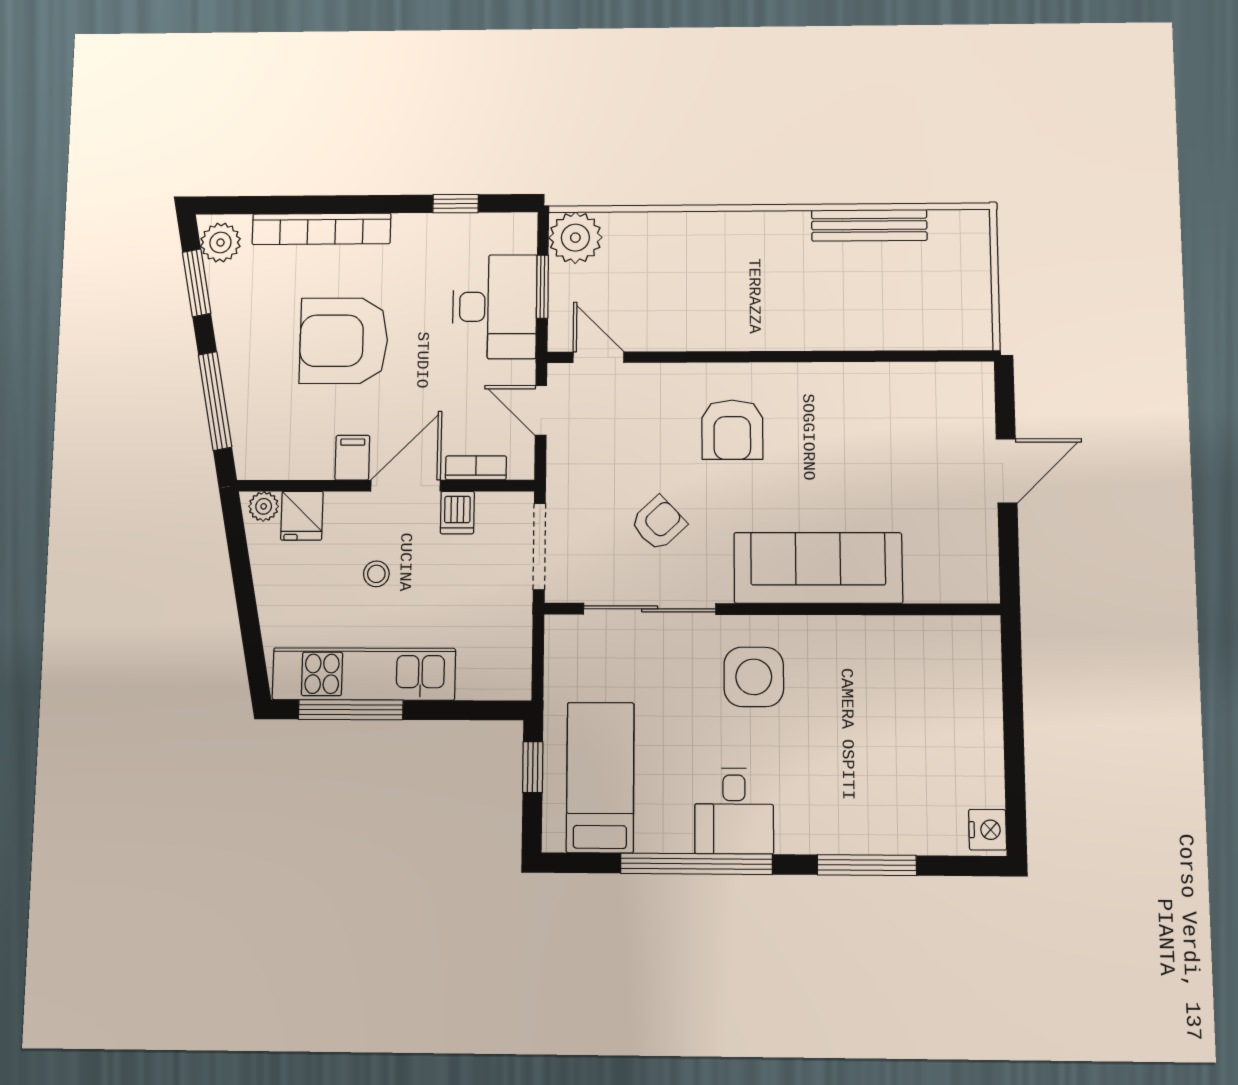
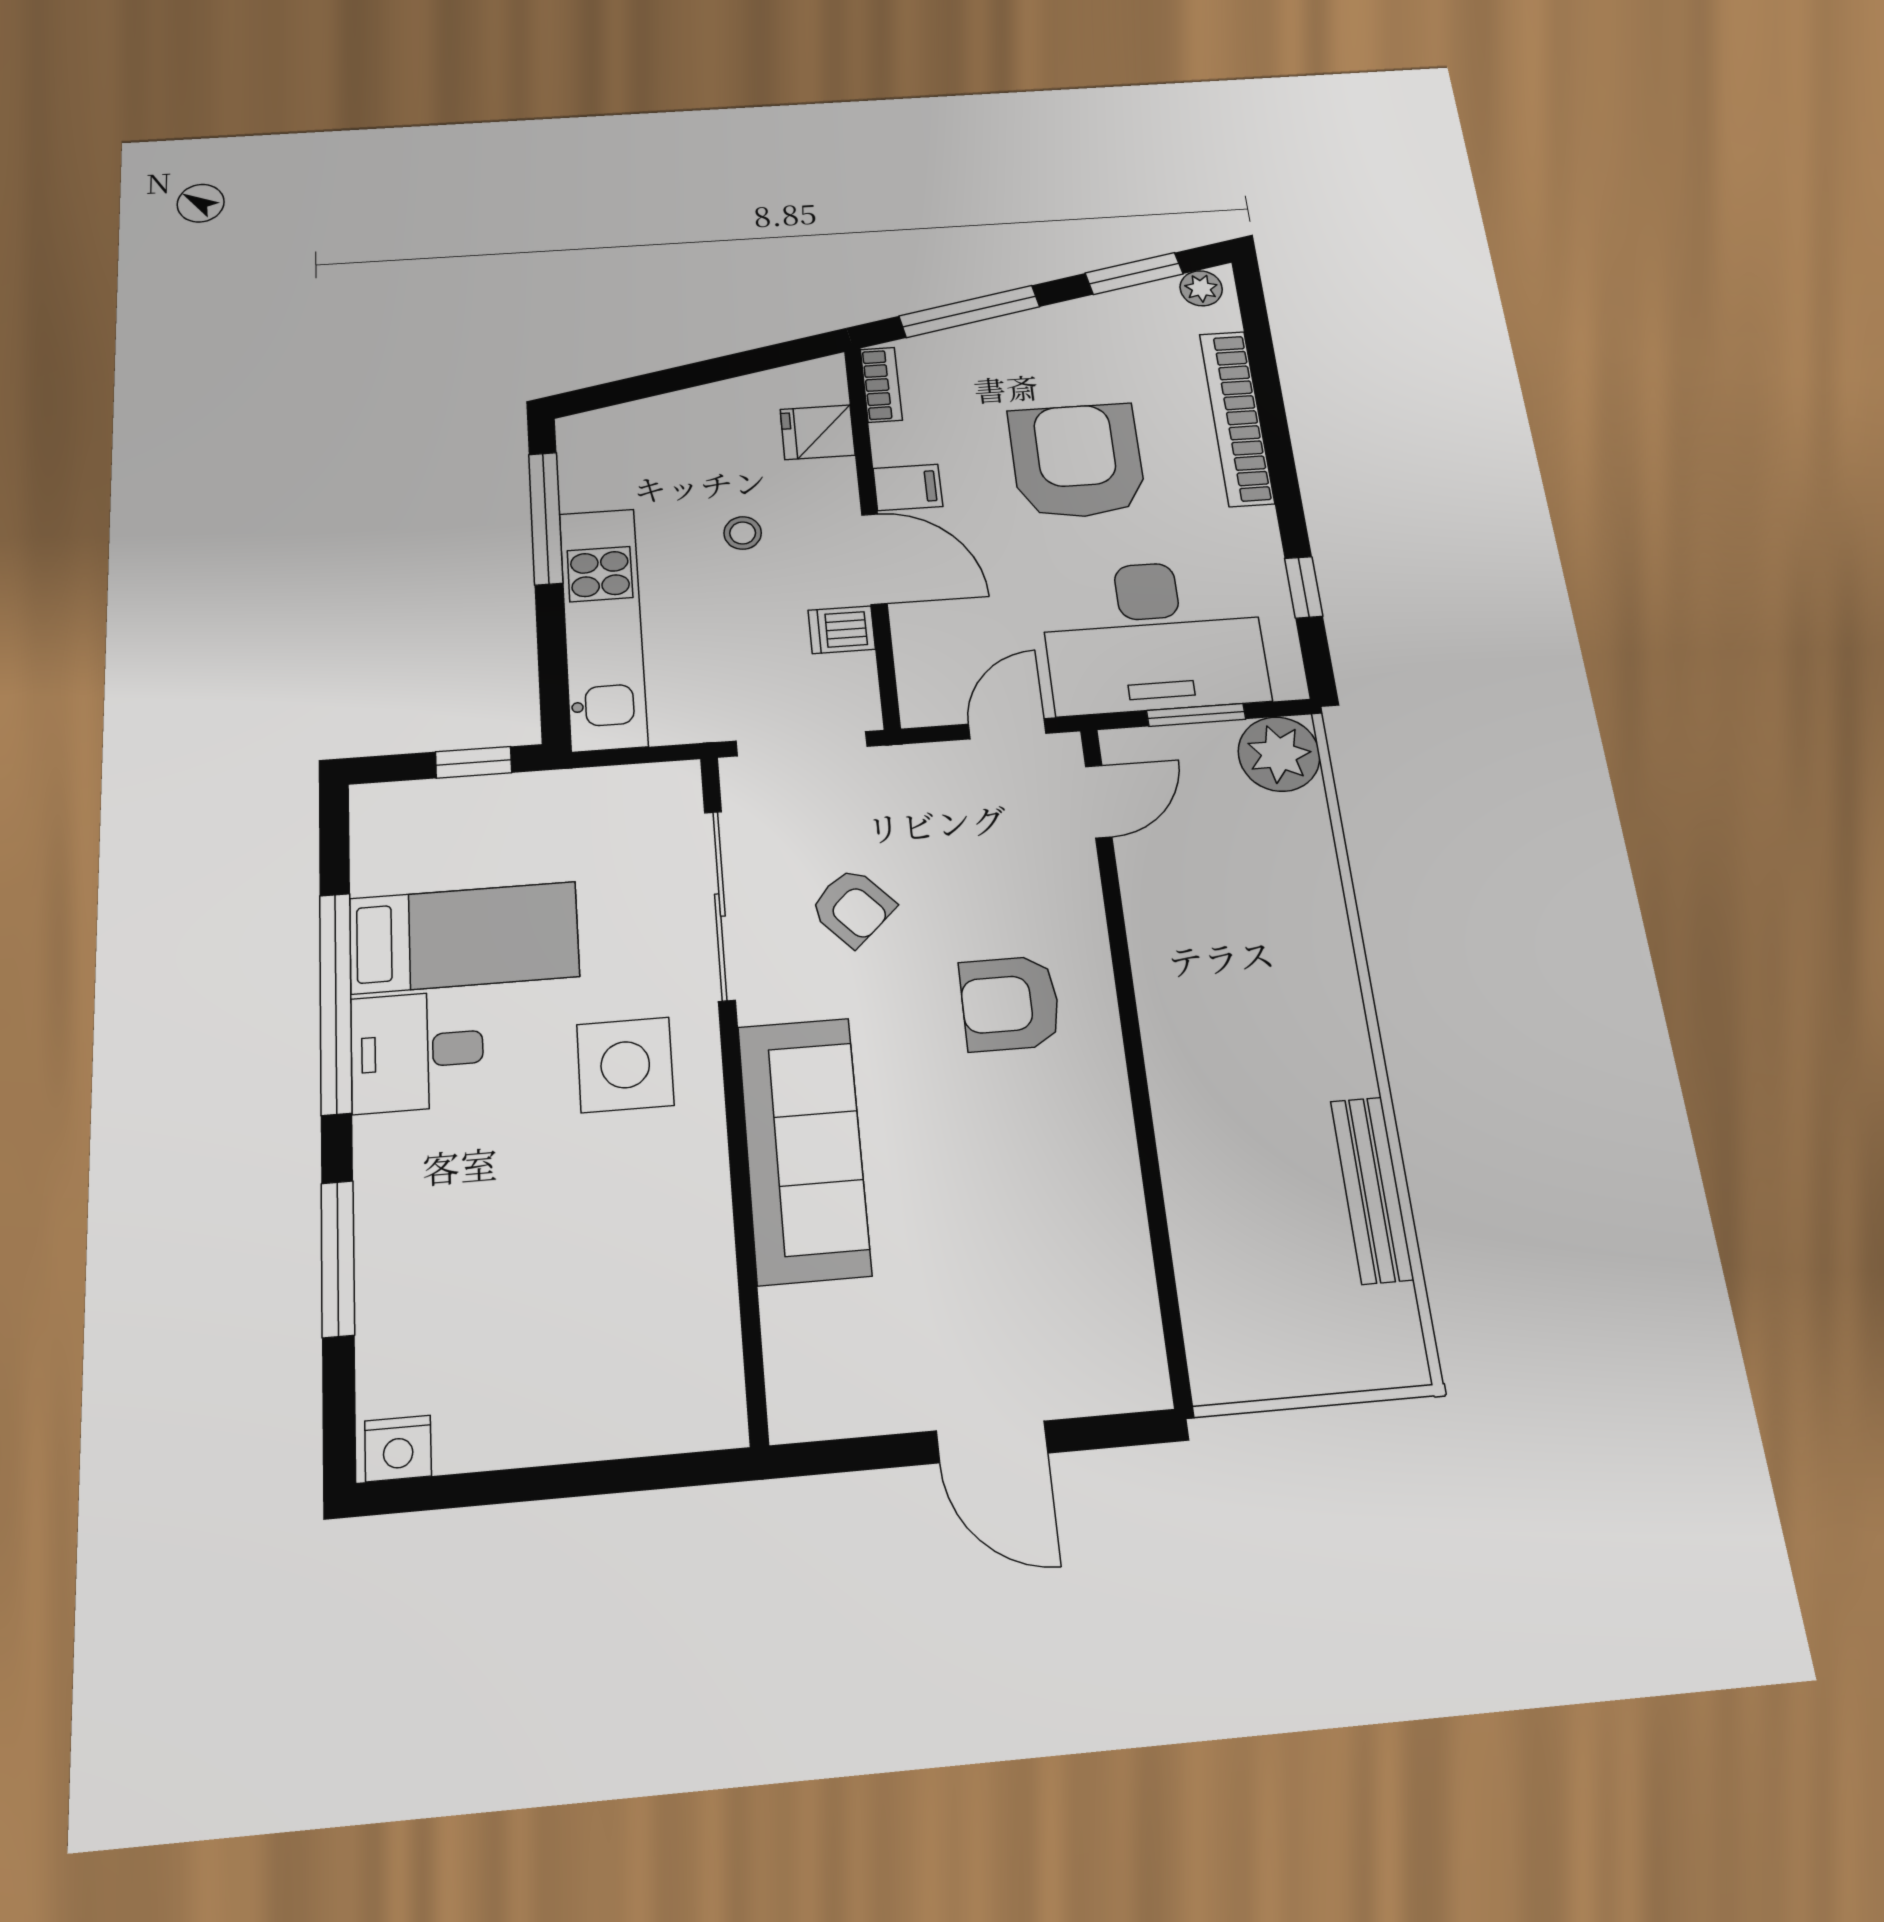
plant: (220, 242) -> (1201, 288), width x0.73, depth x0.73
desk: (495, 307) -> (1153, 636), width x1.36, depth x1.30
bookcase: (476, 468) -> (881, 385), moved
plant: (264, 506) -> (826, 384), removed
kitchen unit: (364, 674) -> (603, 628), moved
bed: (600, 777) -> (464, 937), moved

